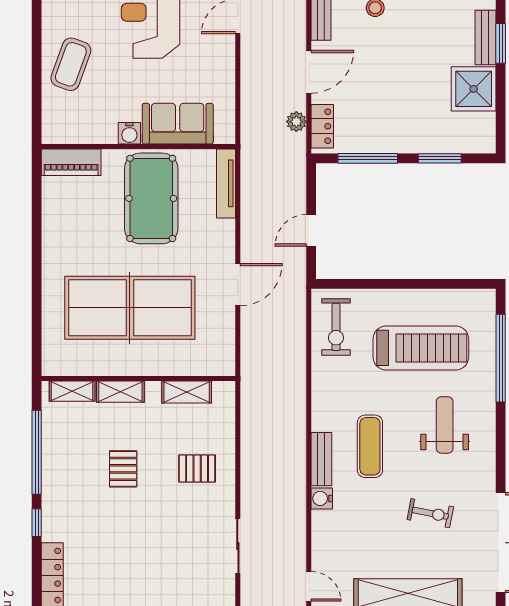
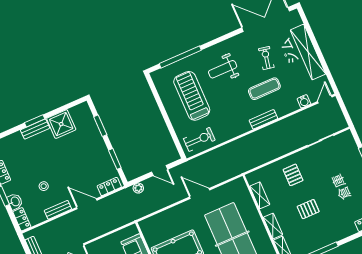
plant: (296, 122) -> (138, 188), moved
window: (368, 158) -> (115, 159), width x0.69
tv unit: (226, 183) -> (155, 219), removed
exercise mat: (370, 446) -> (264, 89), moved
water cooler: (322, 498) -> (304, 101), moved
window: (37, 523) -> (351, 238), removed

